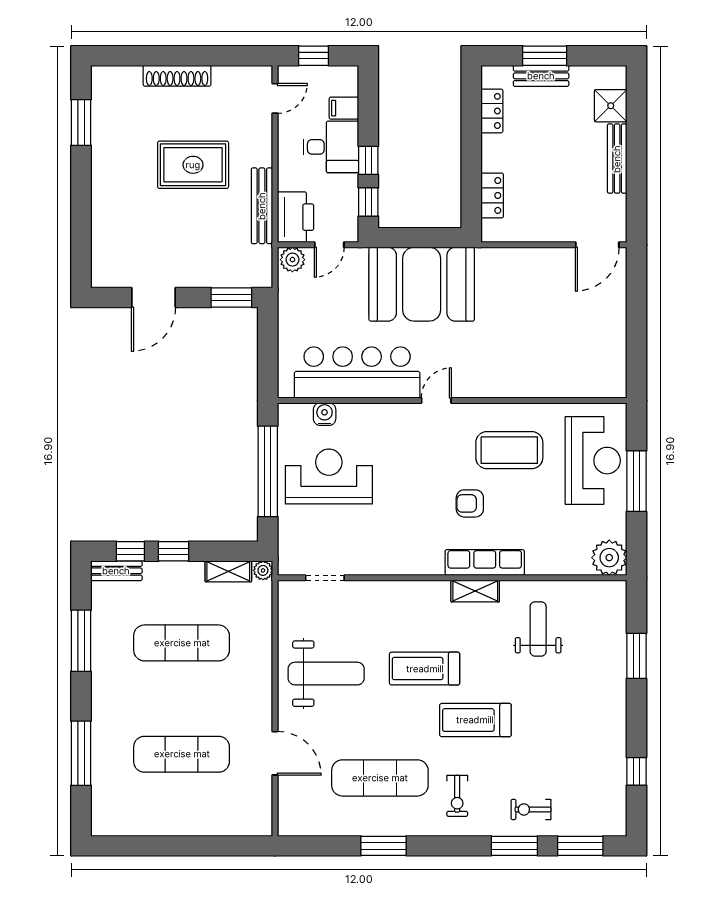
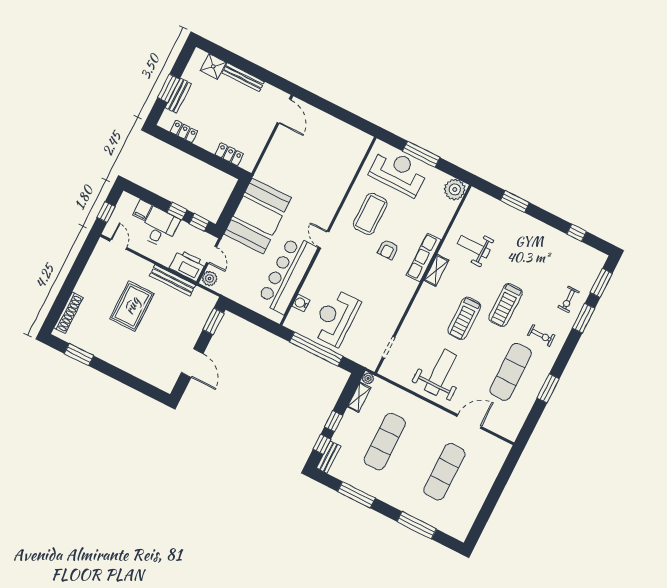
shoe rack: (177, 76) -> (69, 313), moved

